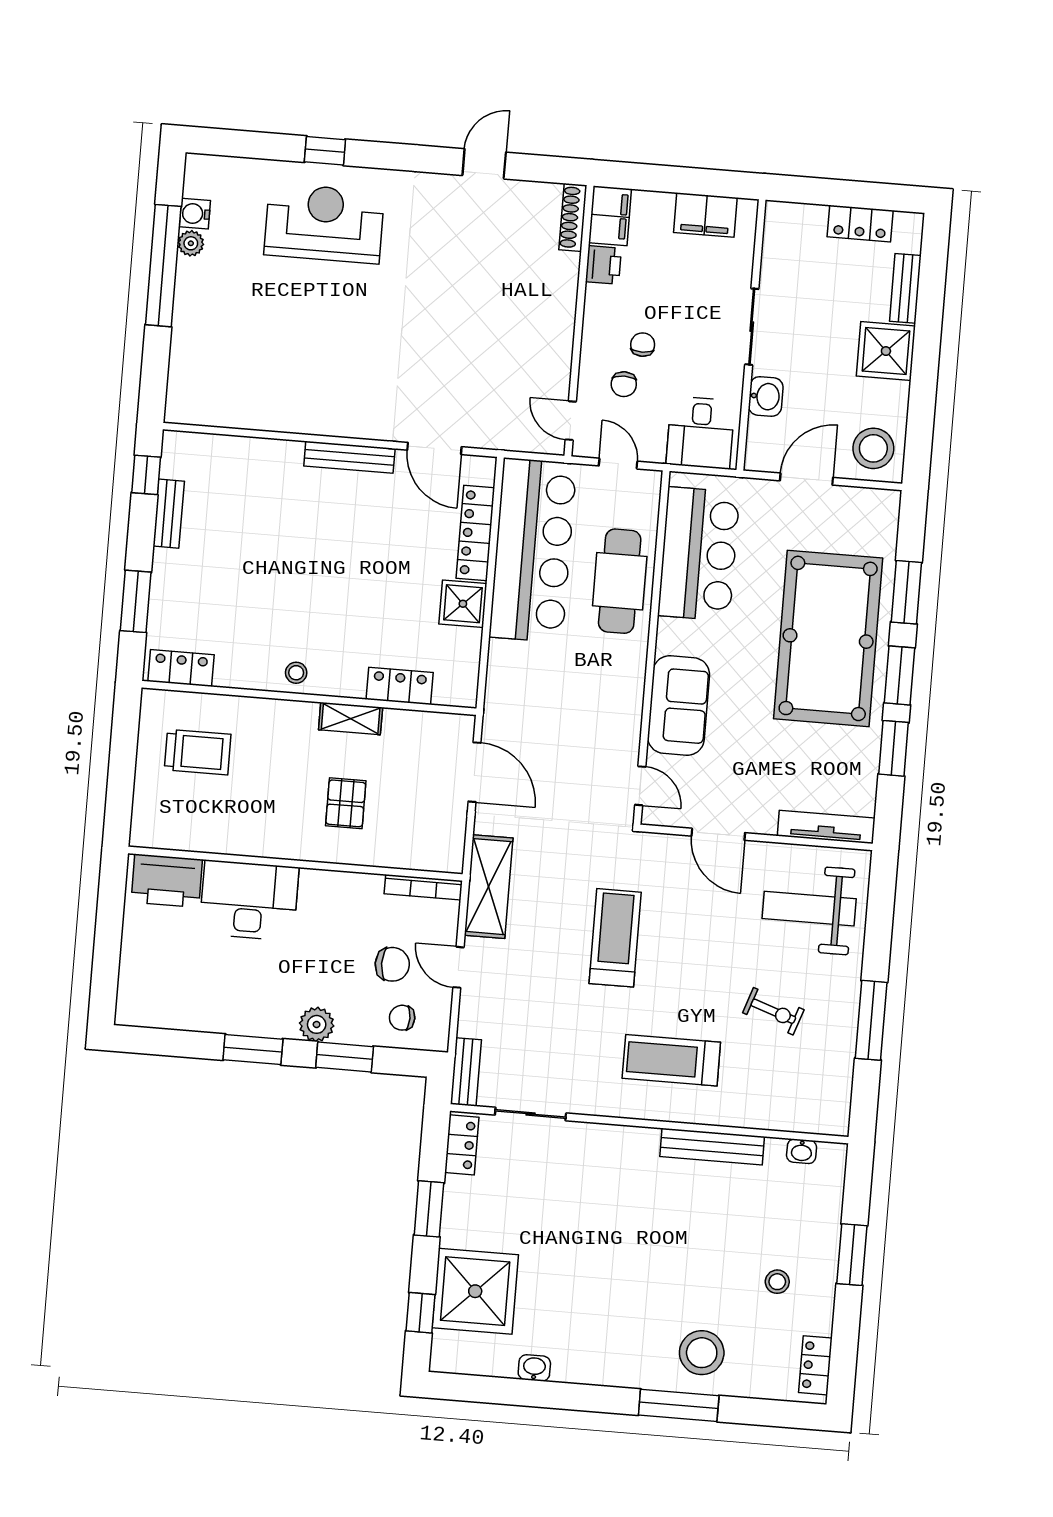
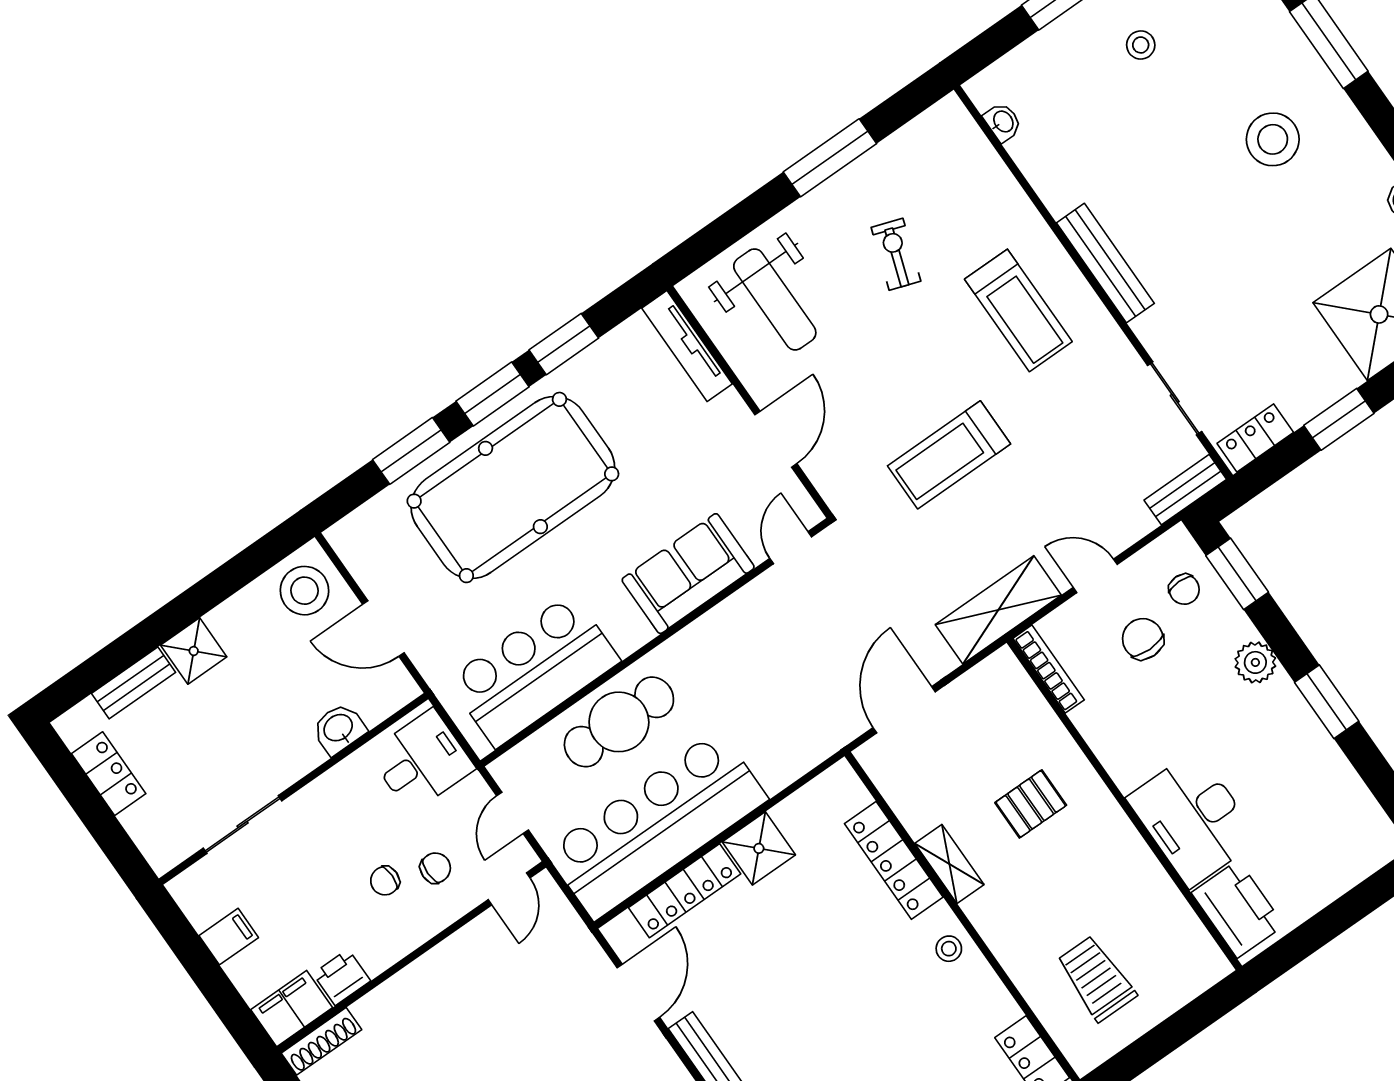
filing cabinet: (705, 215) -> (229, 937), width x0.50
sliding door: (752, 327) -> (243, 825), moved
shower: (886, 351) -> (194, 651), width x0.73, depth x0.73
locker: (400, 686) -> (894, 860), width x1.53
door: (458, 967) -> (1095, 576), swing flipped
window: (345, 1057) -> (1237, 574), moved
bench: (712, 1147) -> (1105, 263), moved
stool: (702, 1353) -> (1273, 139), moved

